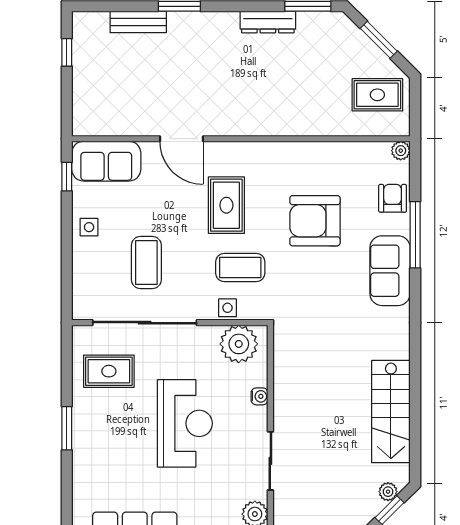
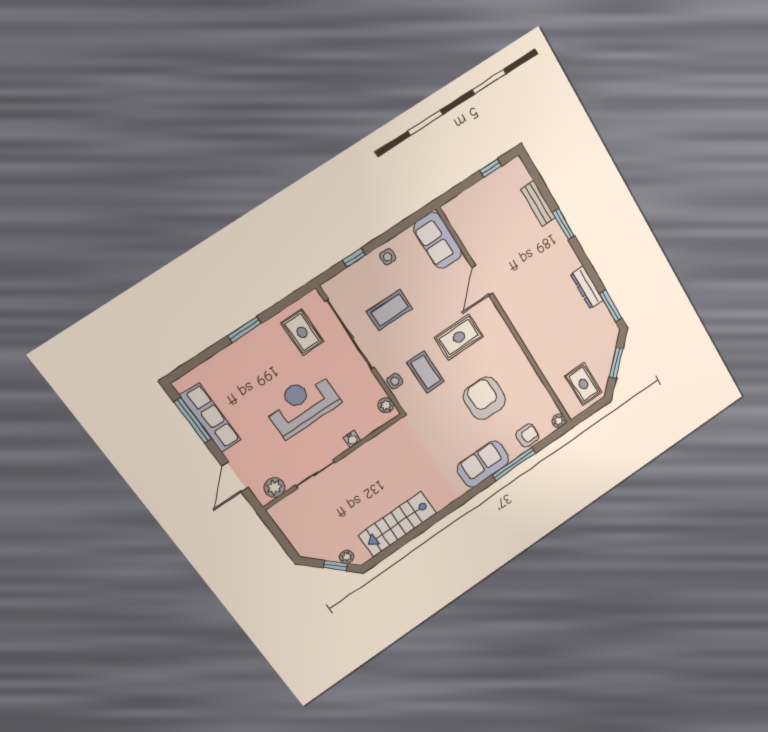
window: (67, 177) -> (354, 258), moved
plant: (239, 344) -> (386, 405), width x0.53, depth x0.53
reception desk: (185, 423) -> (302, 404), turned 180

